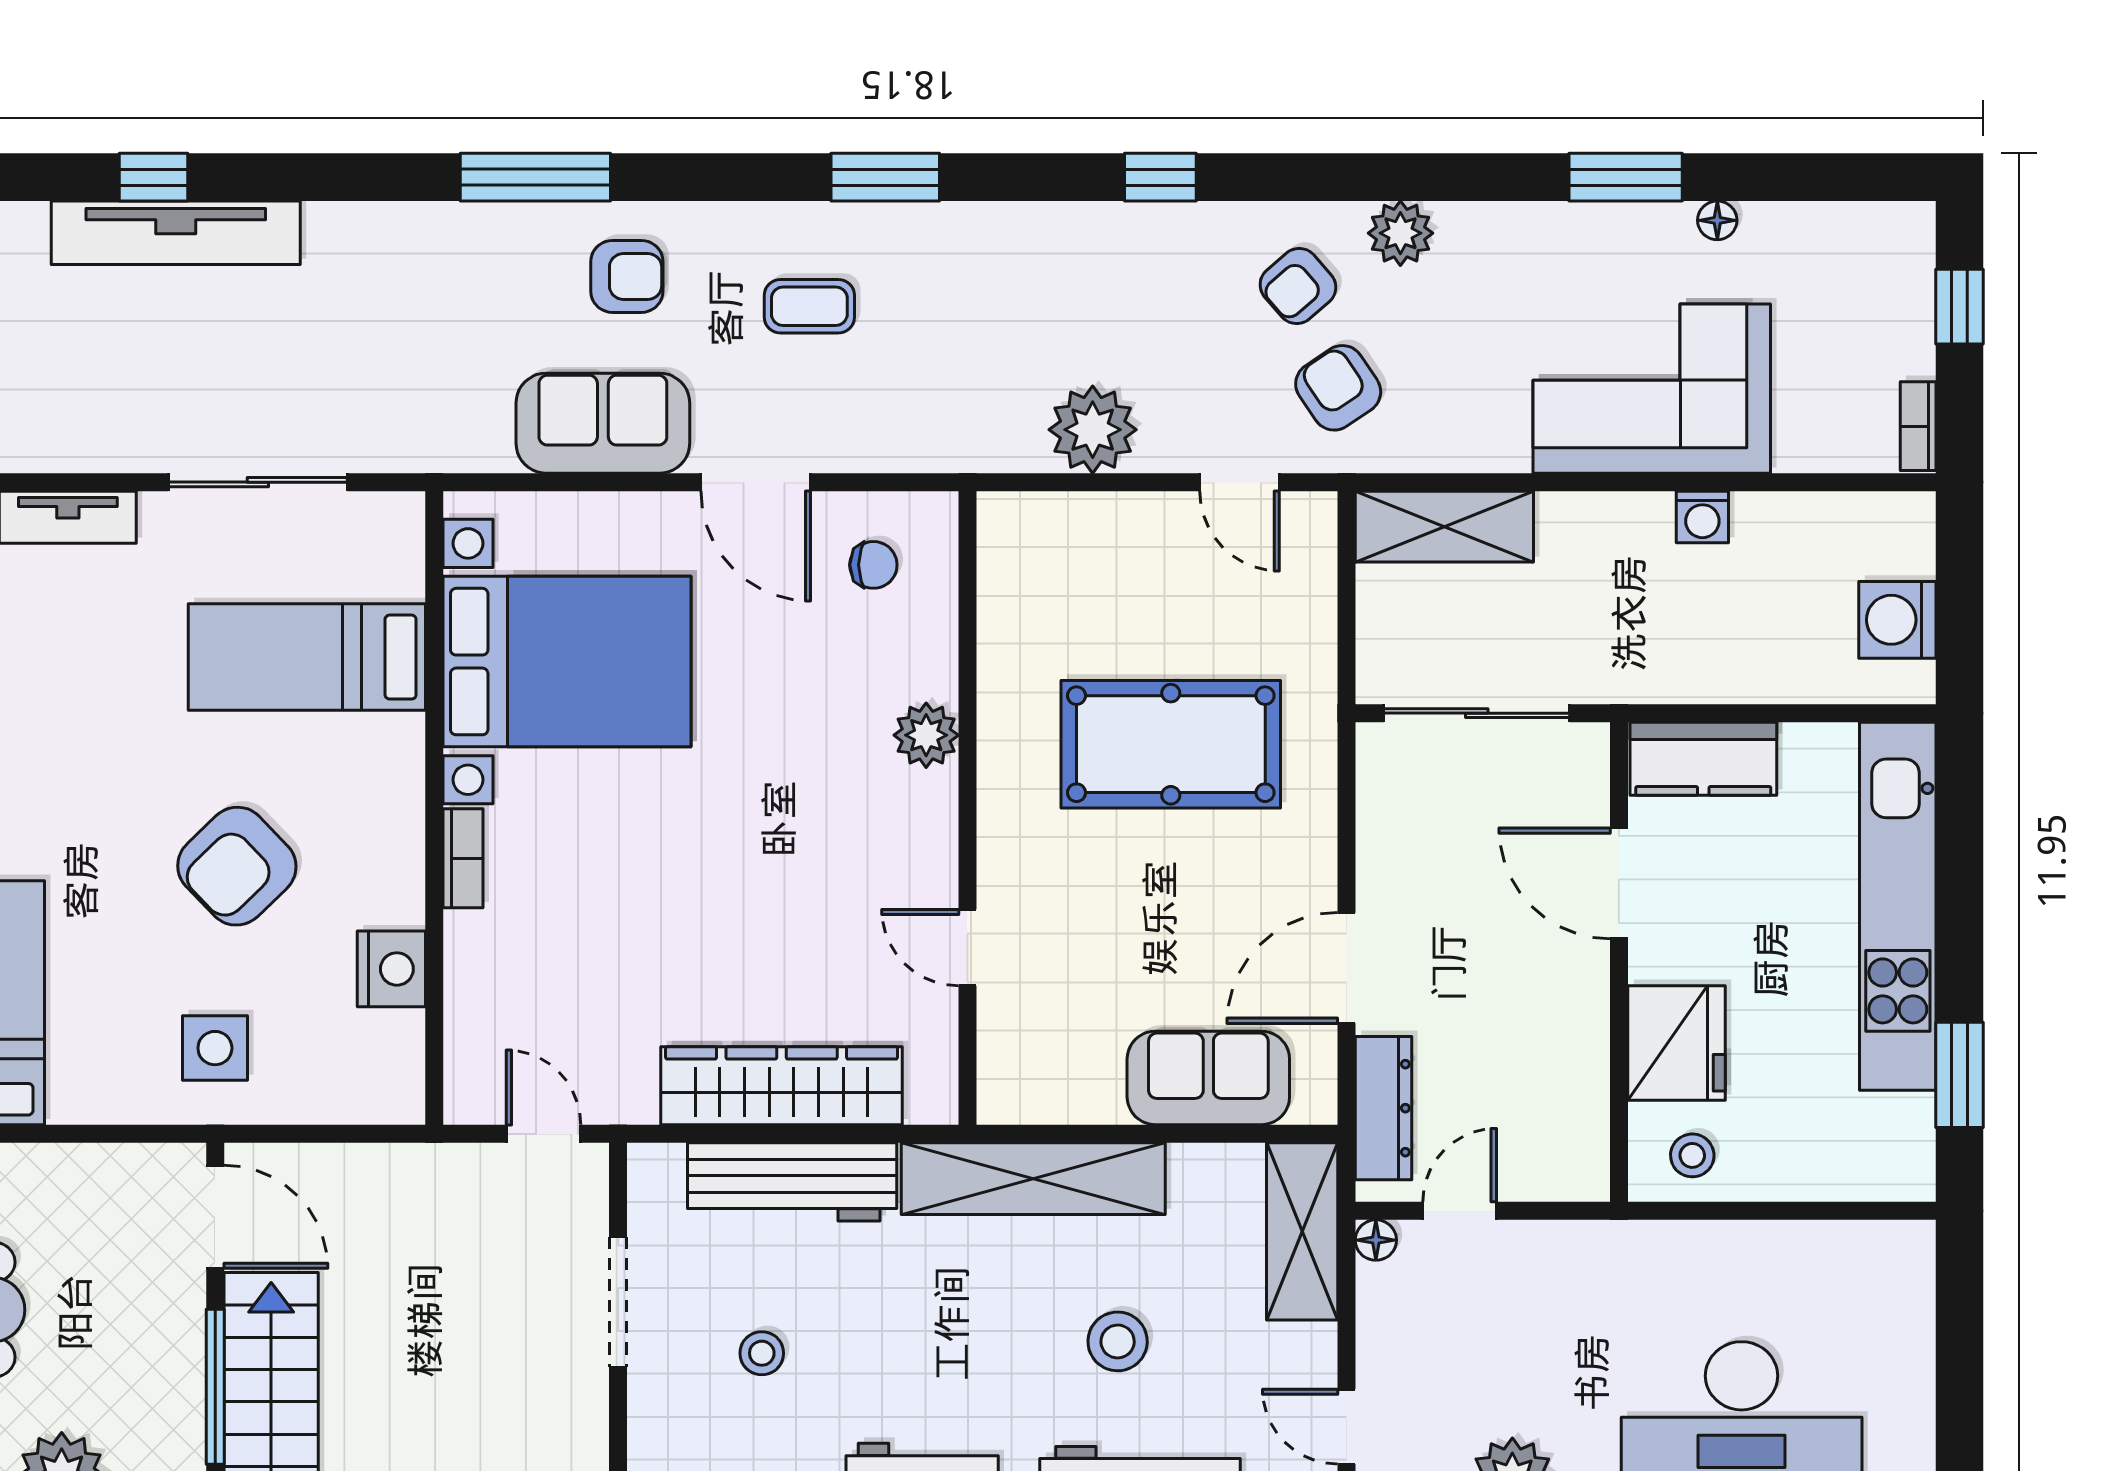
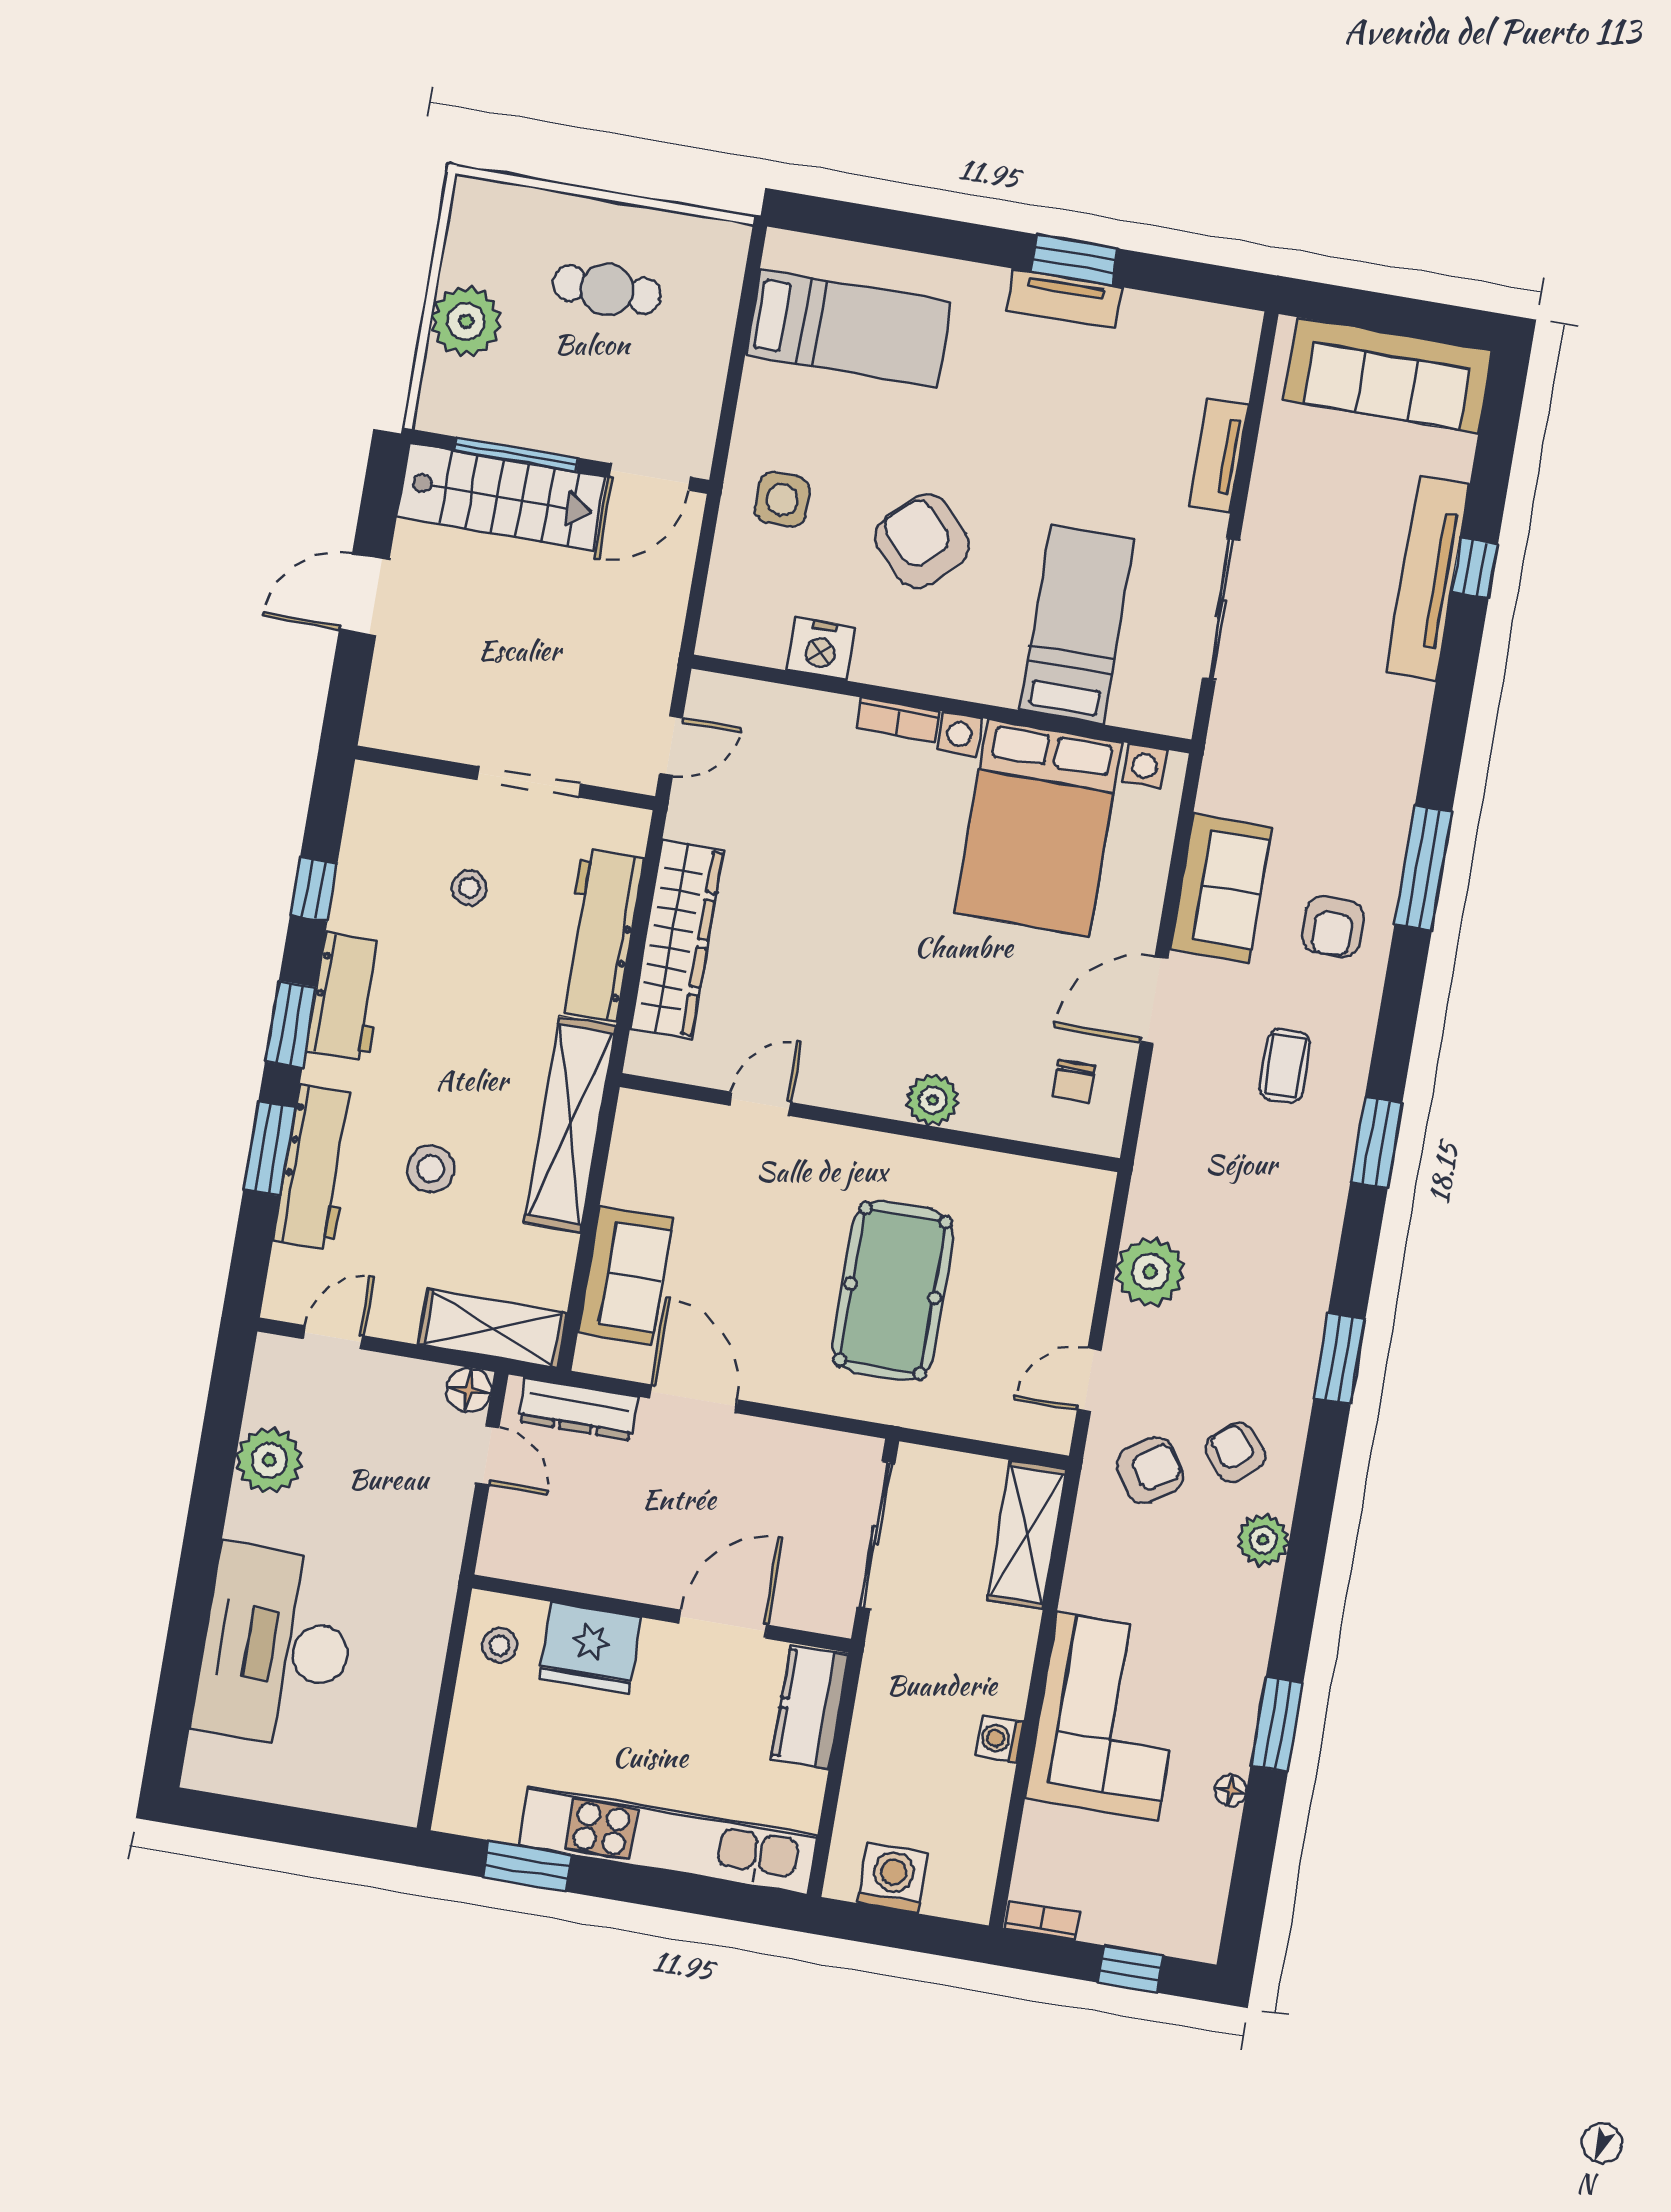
window: (1160, 177) -> (1339, 1359), width x1.50
floor lamp: (1376, 1240) -> (469, 1390), width x1.37, depth x1.37

